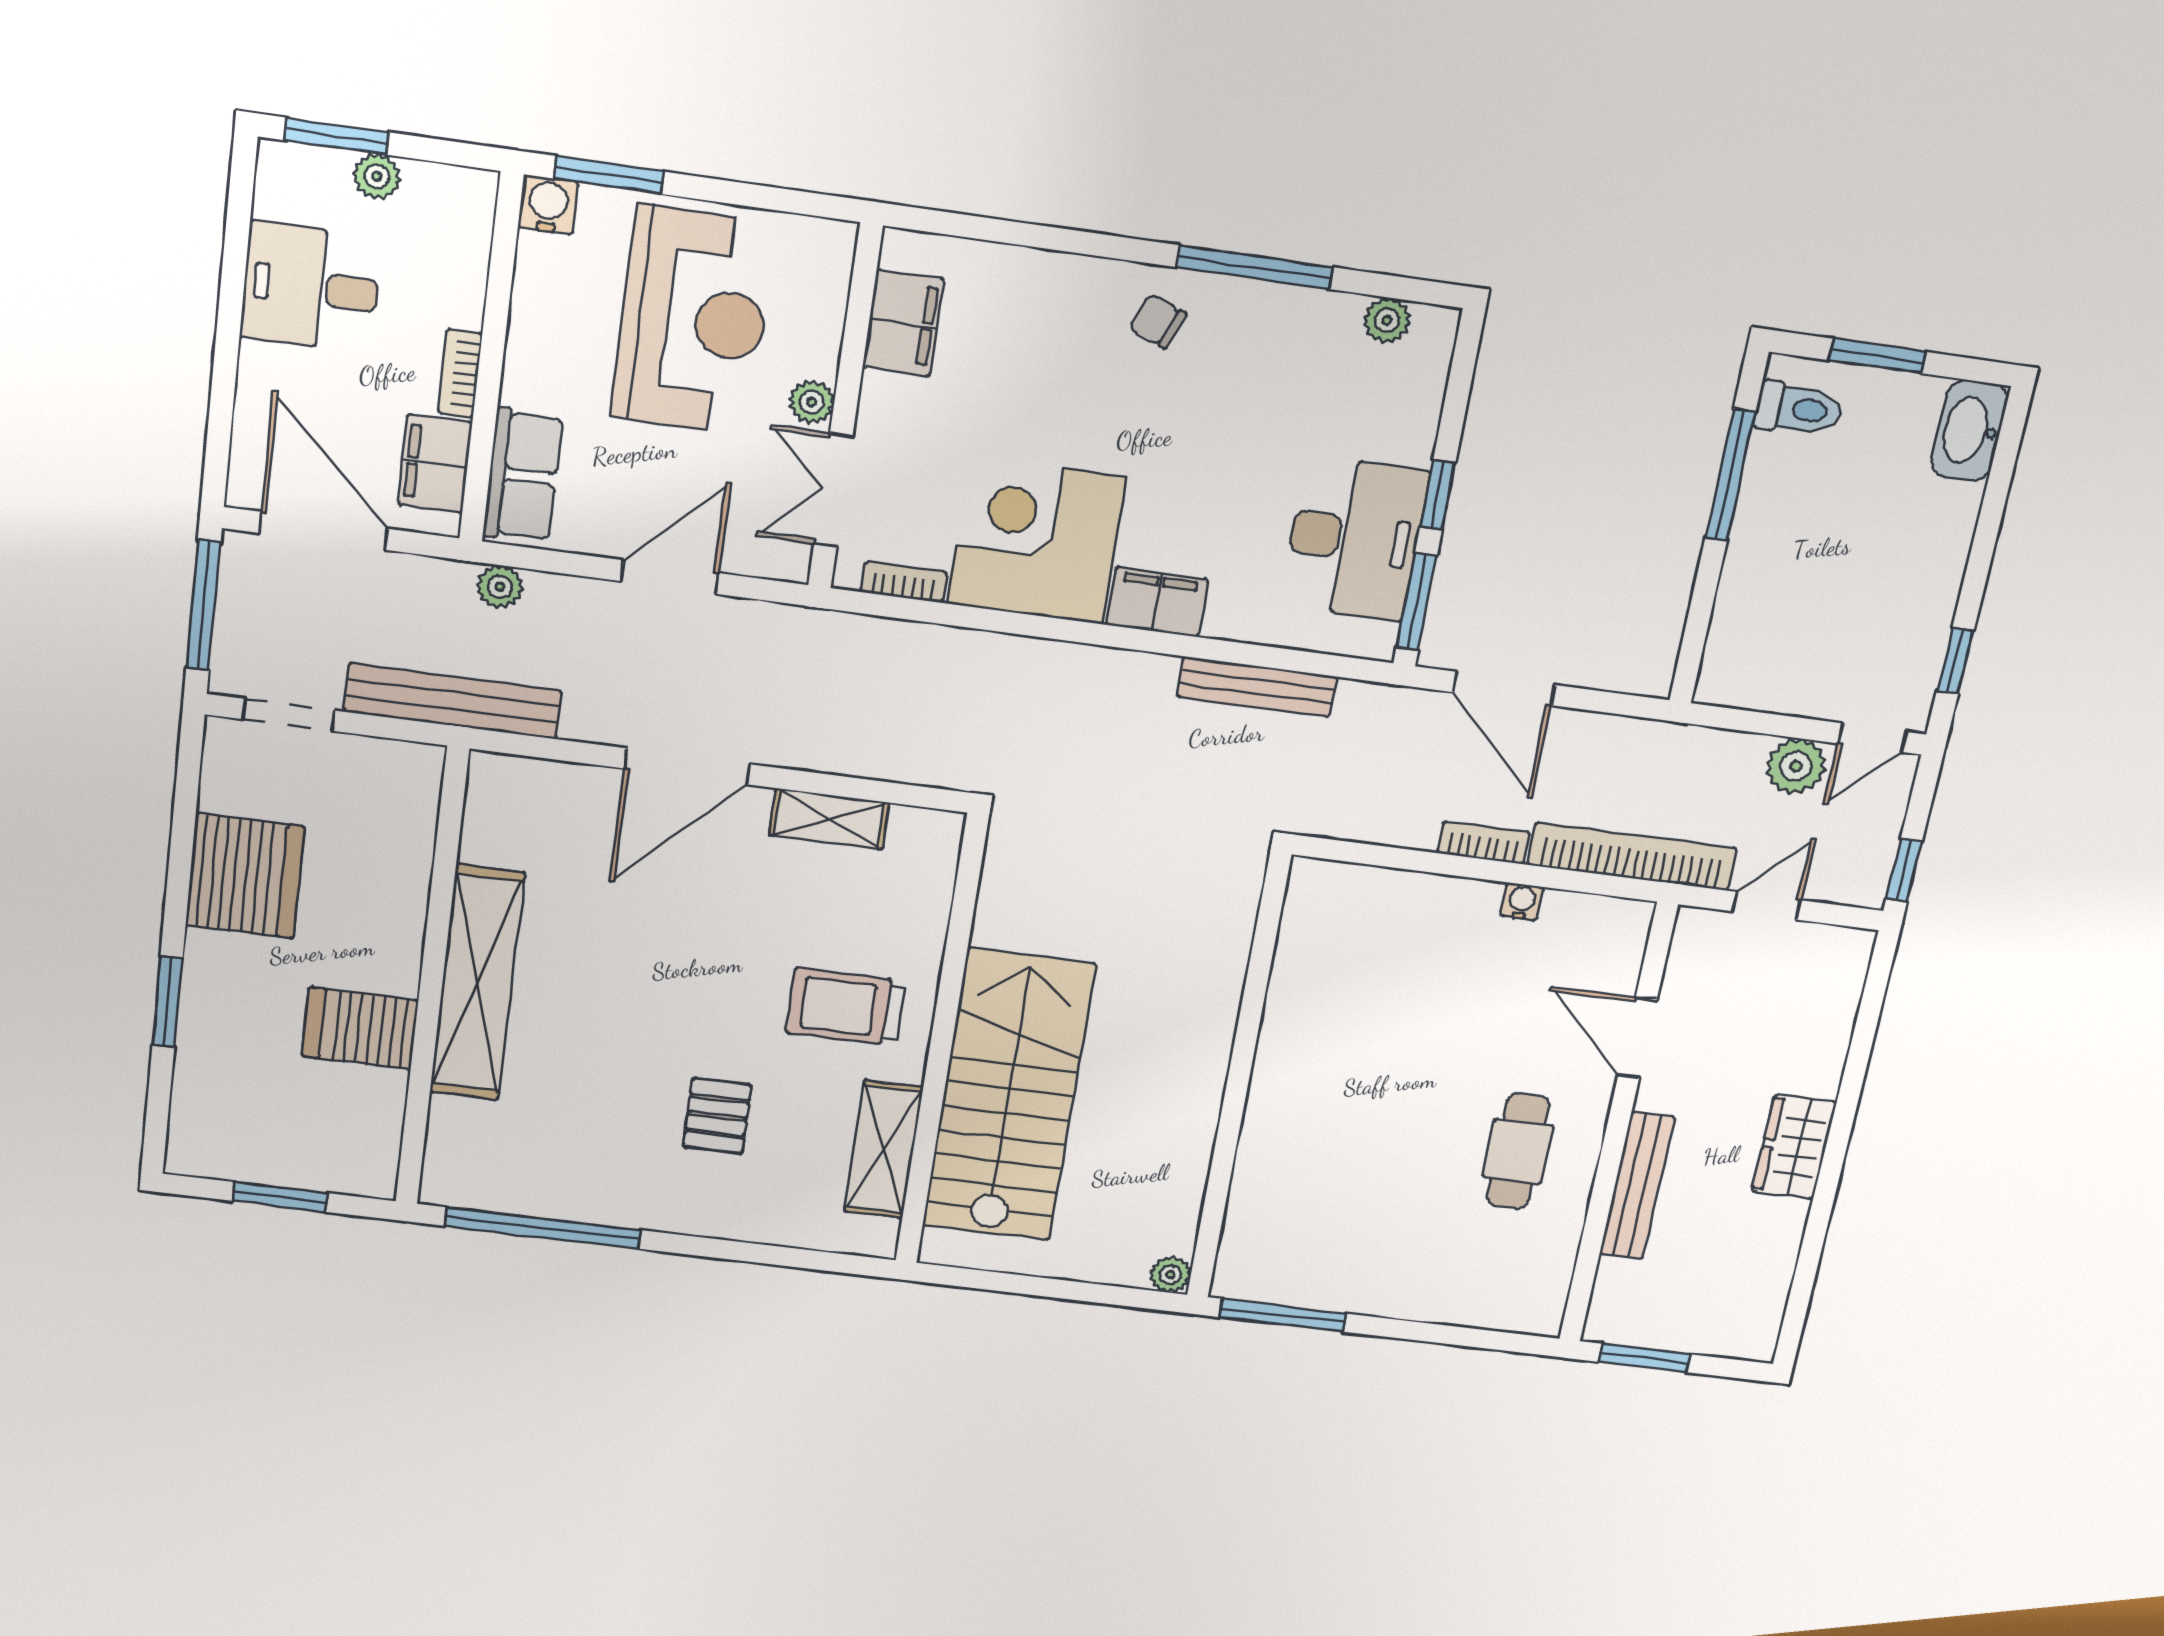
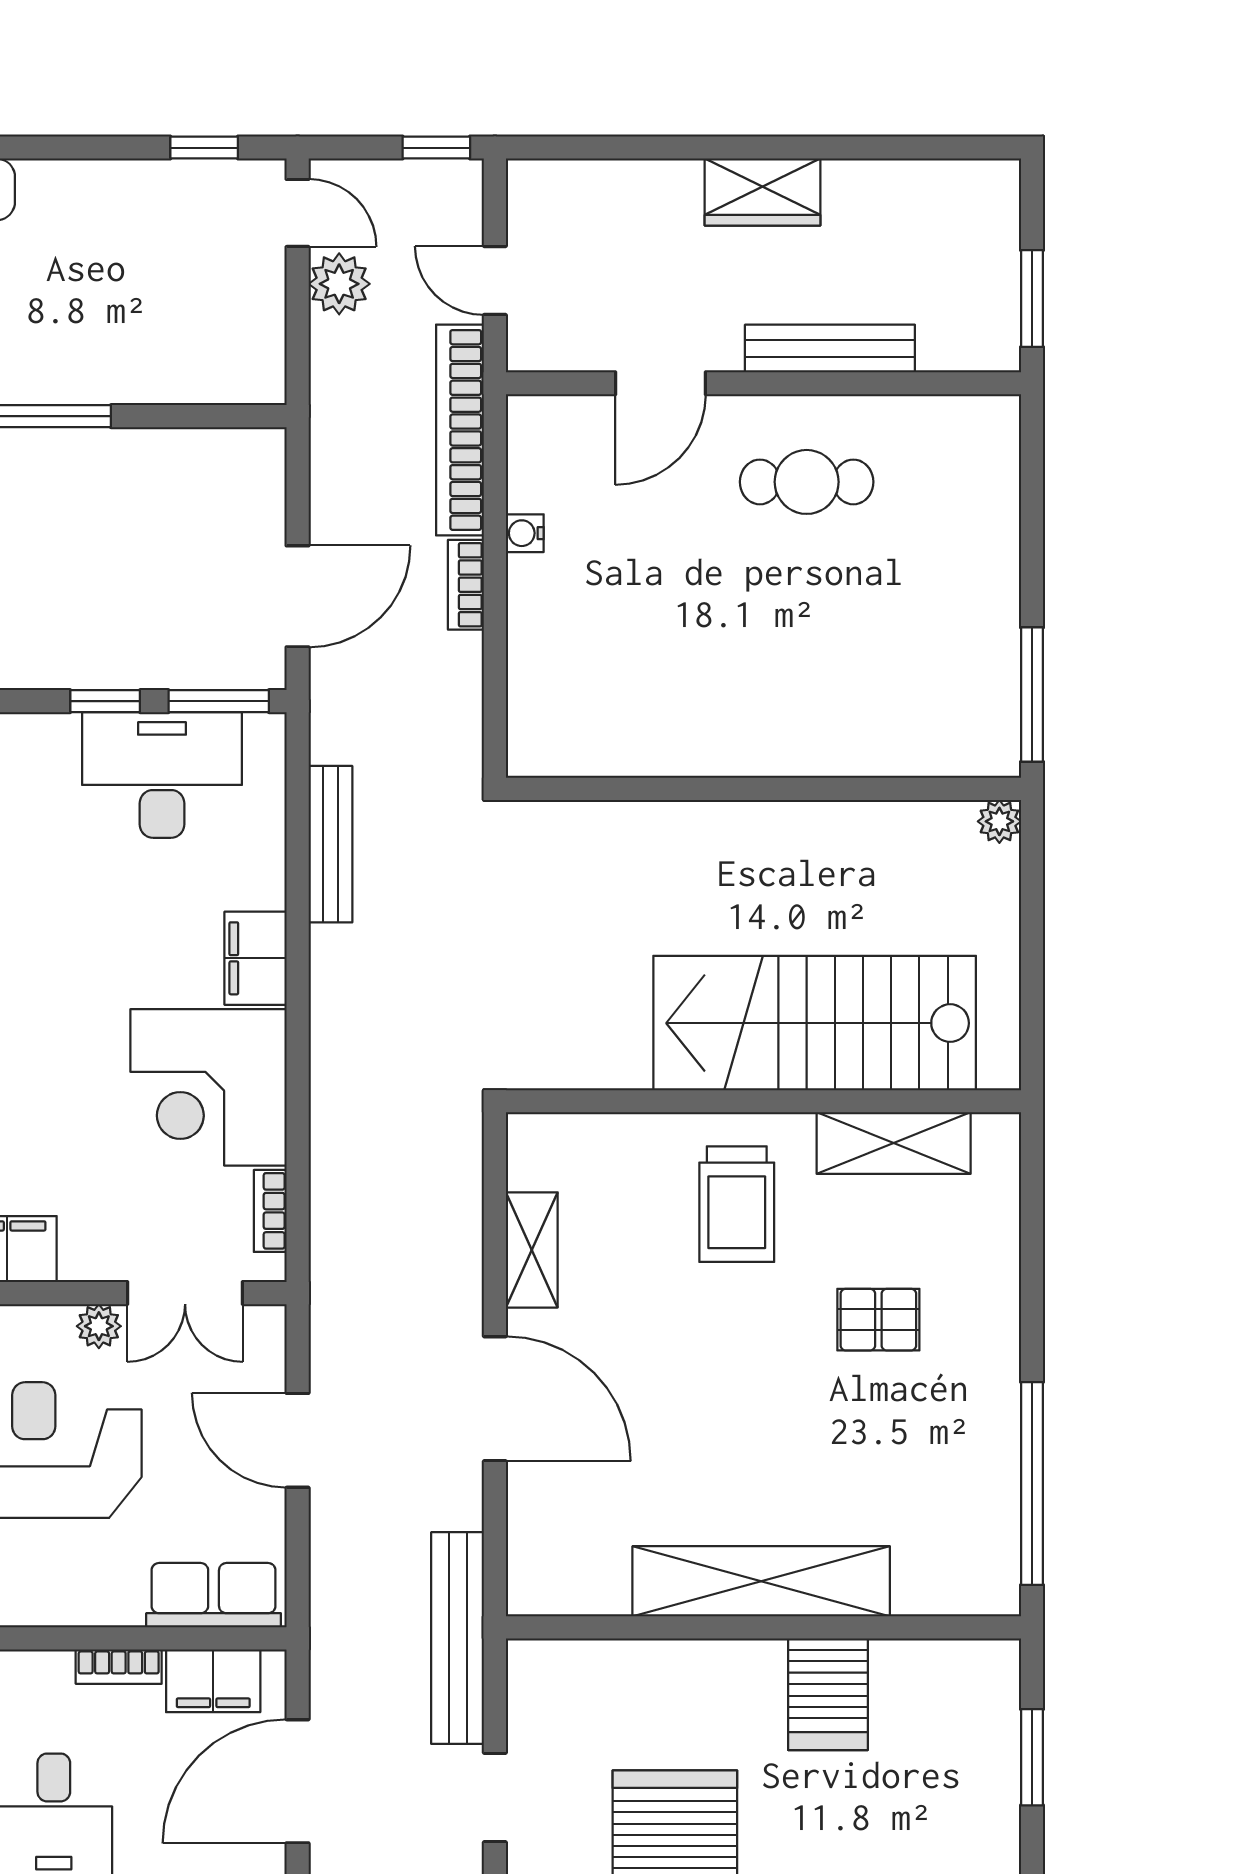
plant: (500, 587) -> (331, 1605), removed

